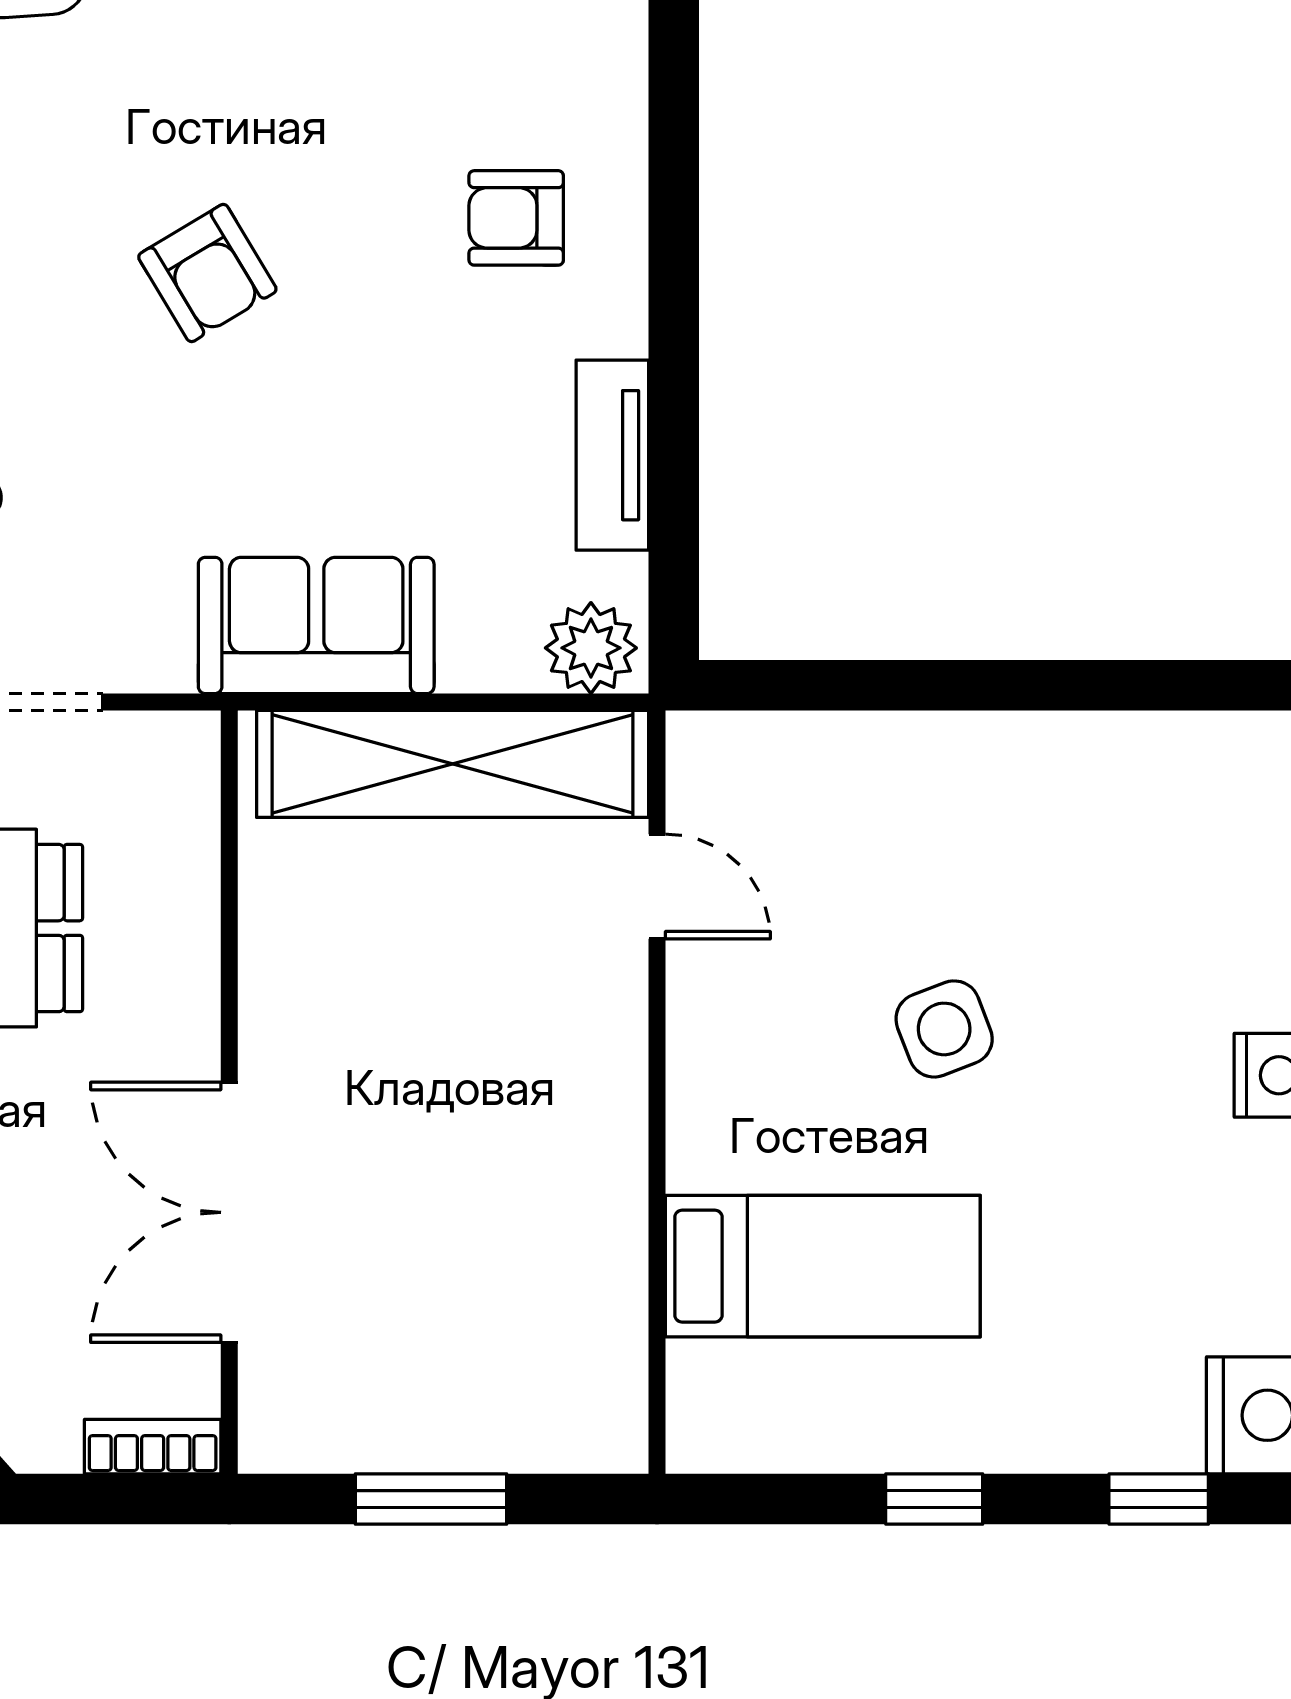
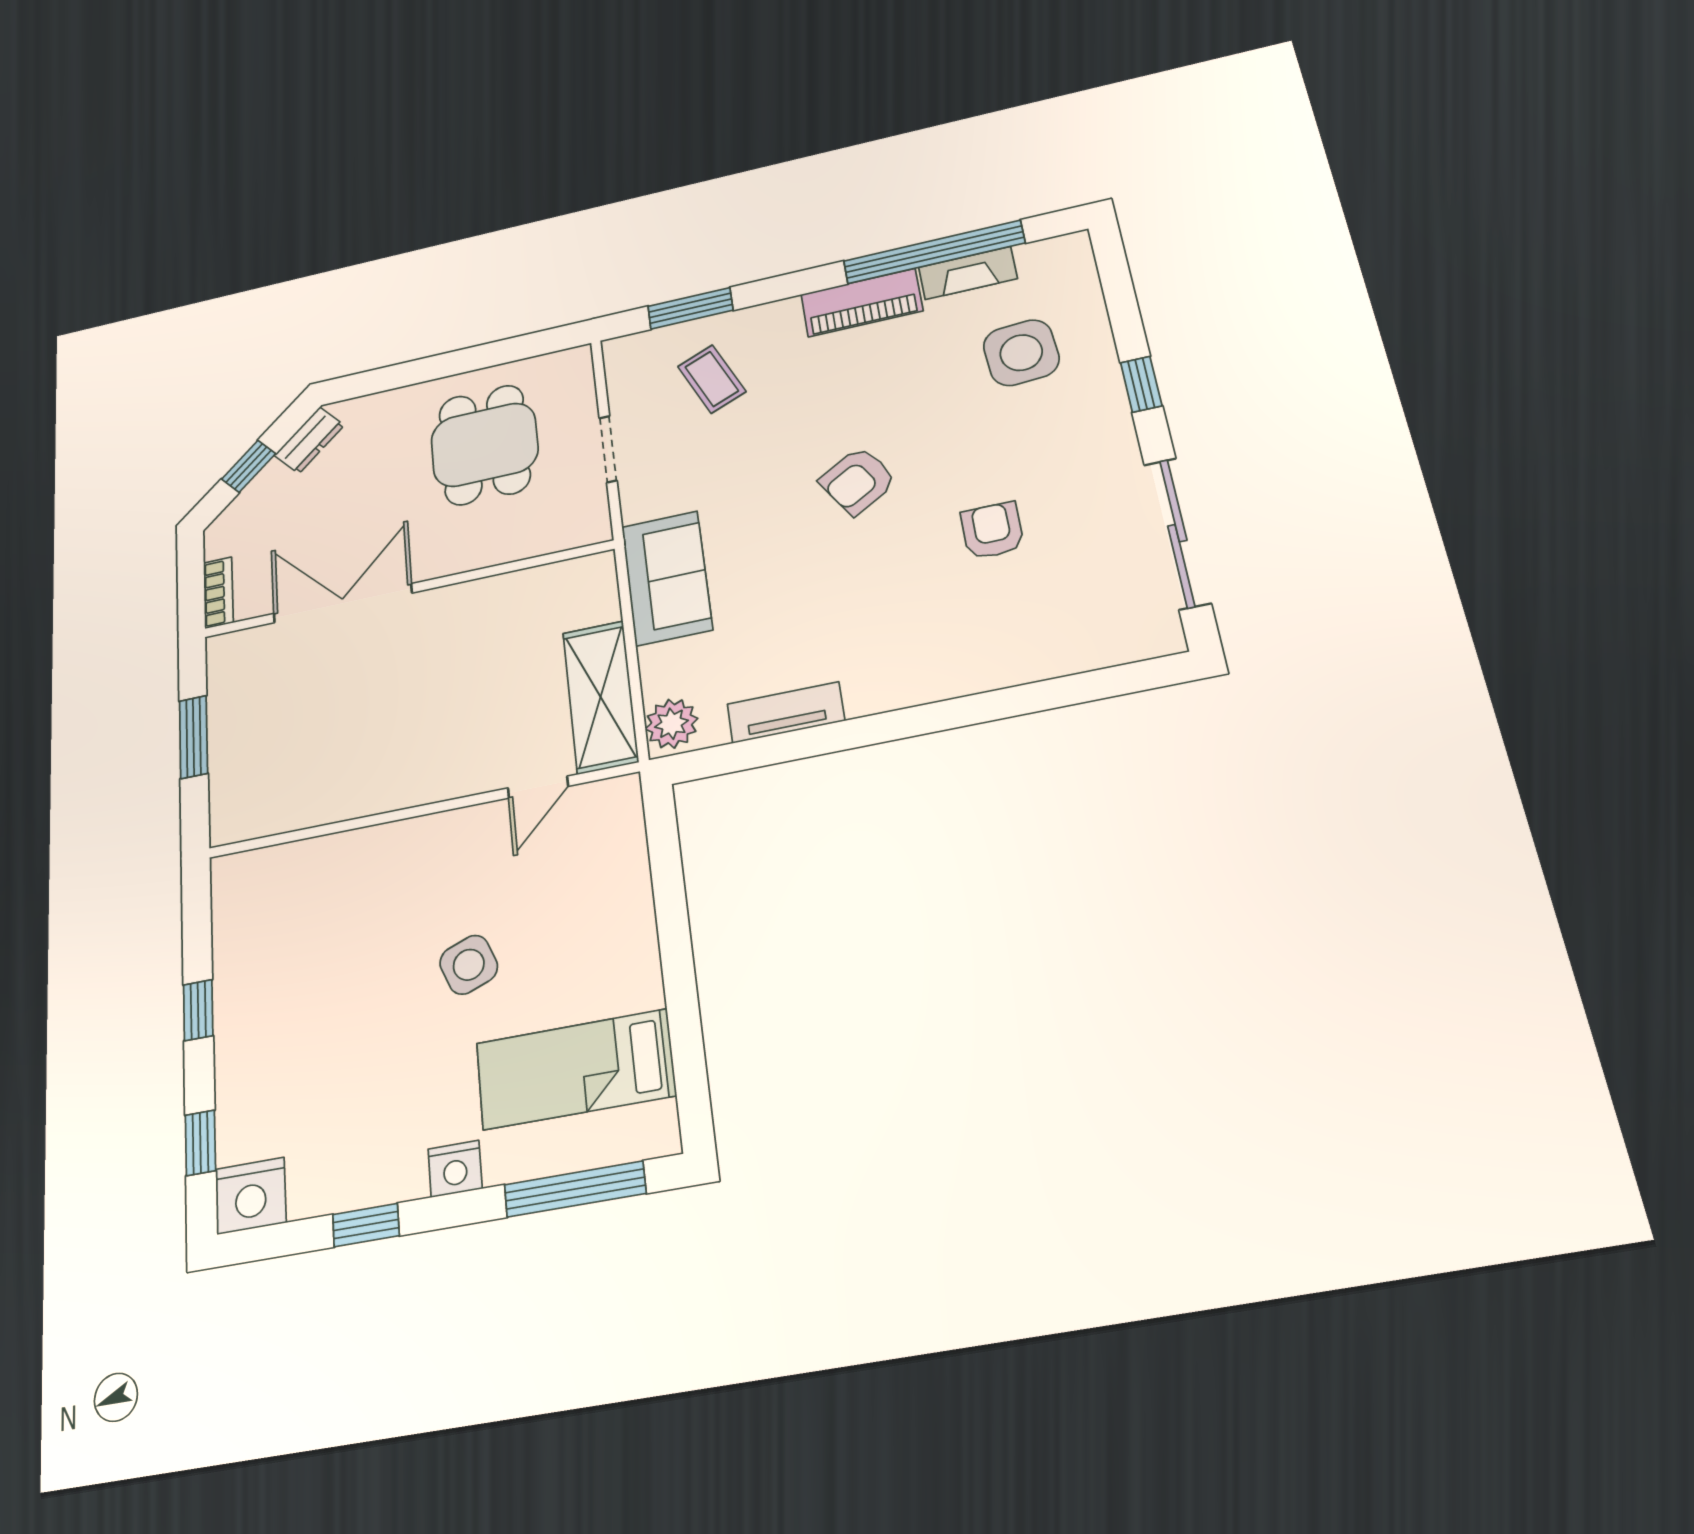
armchair: (516, 218) -> (992, 530), moved
shelving: (453, 764) -> (600, 697), width x0.68
bed: (823, 1266) -> (575, 1069), moved, turned 90

